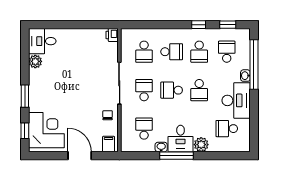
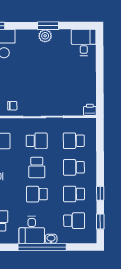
school desk: (172, 52) -> (74, 167), turned 90
plant: (35, 61) -> (45, 36), moved
window: (254, 64) -> (42, 247), moved
school desk: (172, 90) -> (37, 167), turned 180
window: (25, 96) -> (48, 26), moved
desk: (236, 100) -> (32, 230), width x0.73

